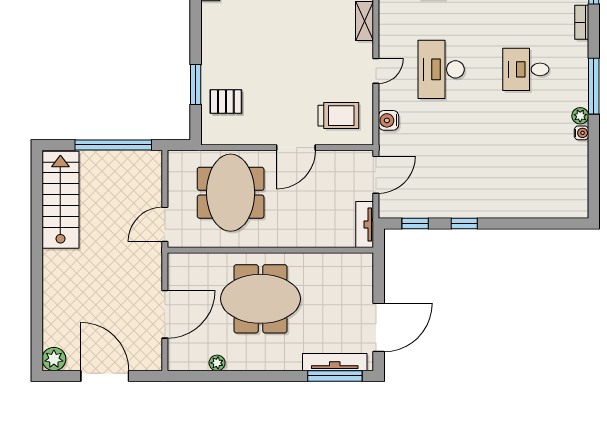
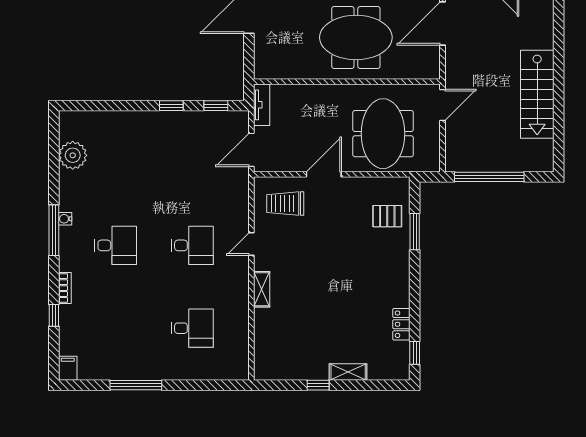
desk: (441, 69) -> (192, 245), width x0.73
plant: (580, 116) -> (73, 155), moved, width x1.88, depth x1.88
water cooler: (388, 120) -> (240, 199), removed
water cooler: (581, 133) -> (65, 219), moved
stairs: (60, 200) -> (537, 94), moved

